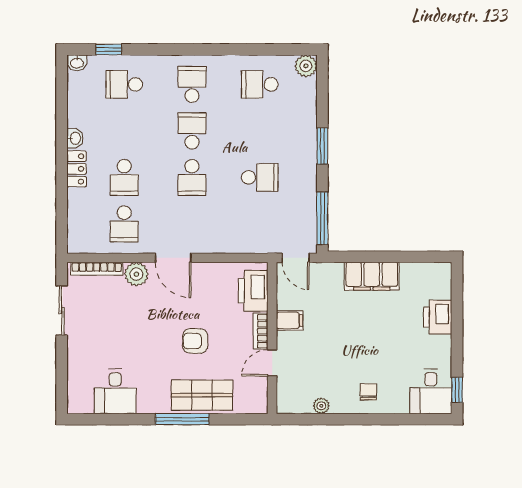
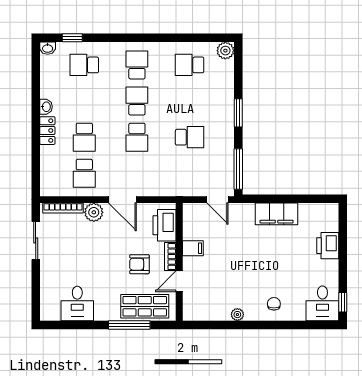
printer: (253, 291) -> (164, 225), moved
filing cabinet: (290, 320) -> (193, 248), moved
bookcase: (261, 331) -> (170, 257), moved
wall: (272, 338) -> (179, 262), moved
door: (272, 363) -> (179, 281), moved

